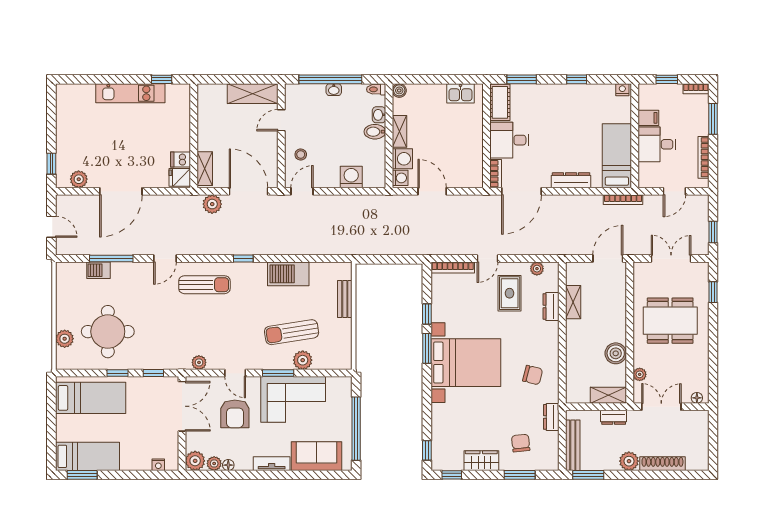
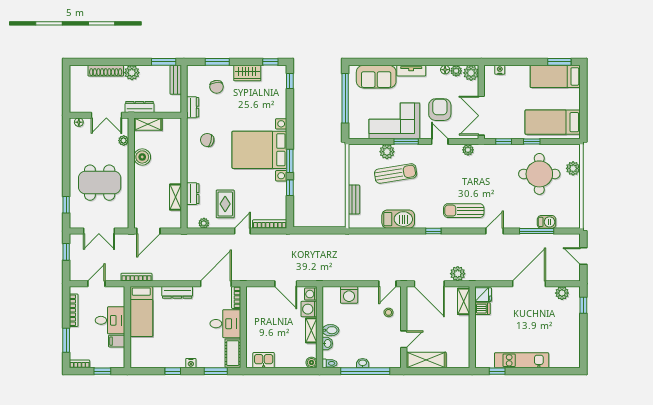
nightstand: (622, 90) -> (191, 363), moved
dresser: (614, 417) -> (140, 107), width x1.44
bench: (573, 445) -> (176, 80), width x0.73

